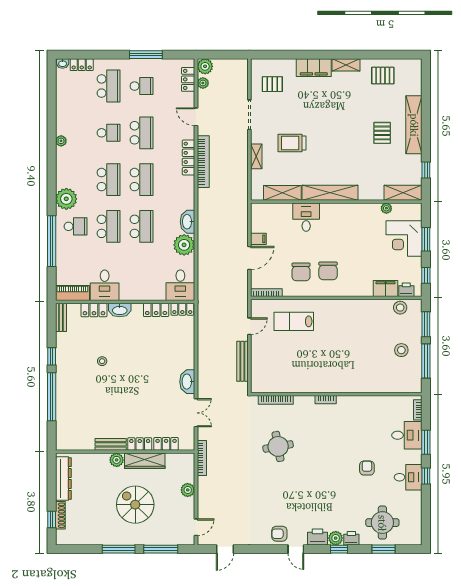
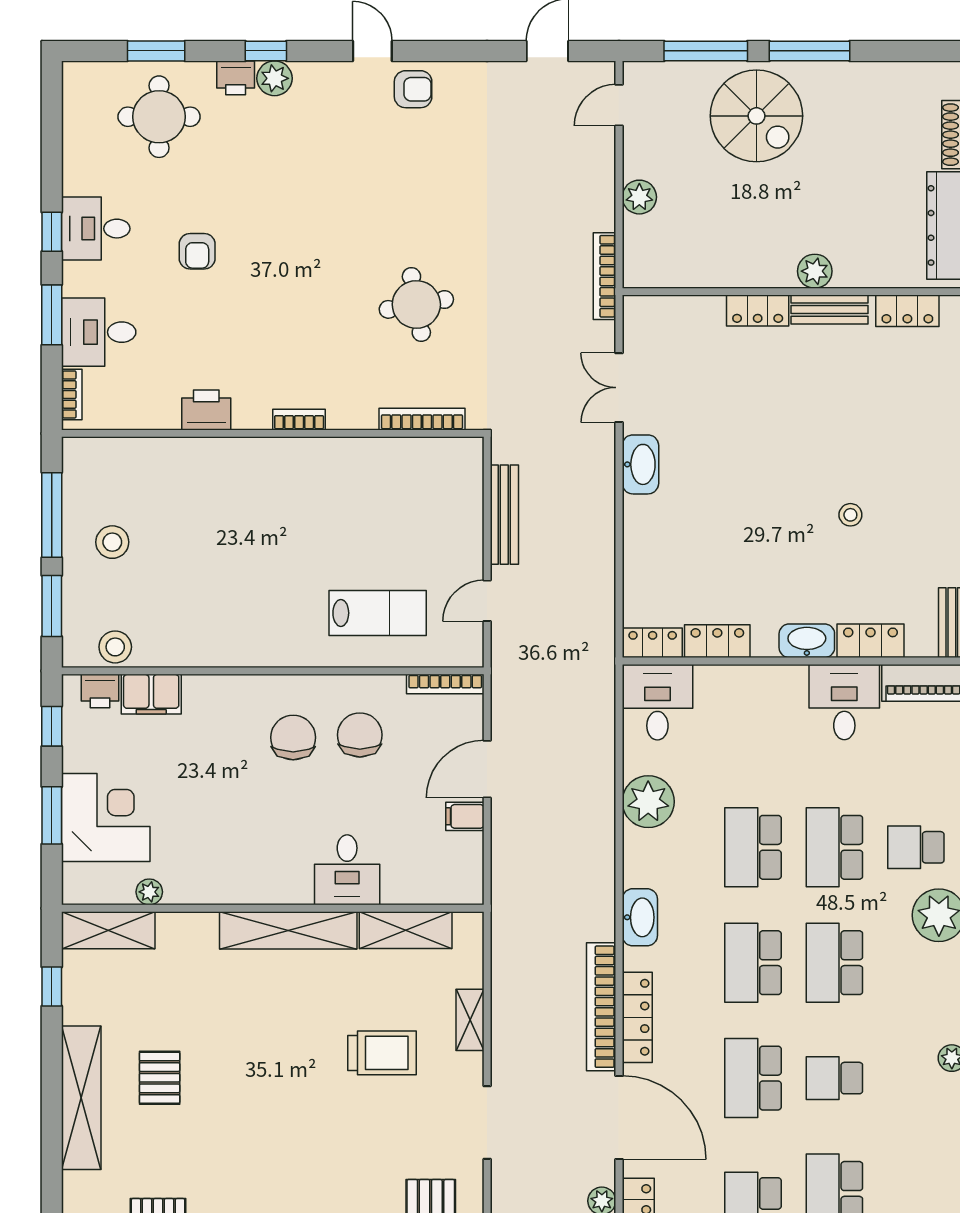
door: (196, 117) -> (619, 1117), width x1.88
washbasin: (187, 222) -> (640, 917), moved
locker: (166, 444) -> (907, 311), moved
wardrobe: (145, 461) -> (745, 269), removed
spiral stairs: (135, 505) -> (756, 116), moved
printer: (318, 537) -> (206, 410), moved, turned 180

